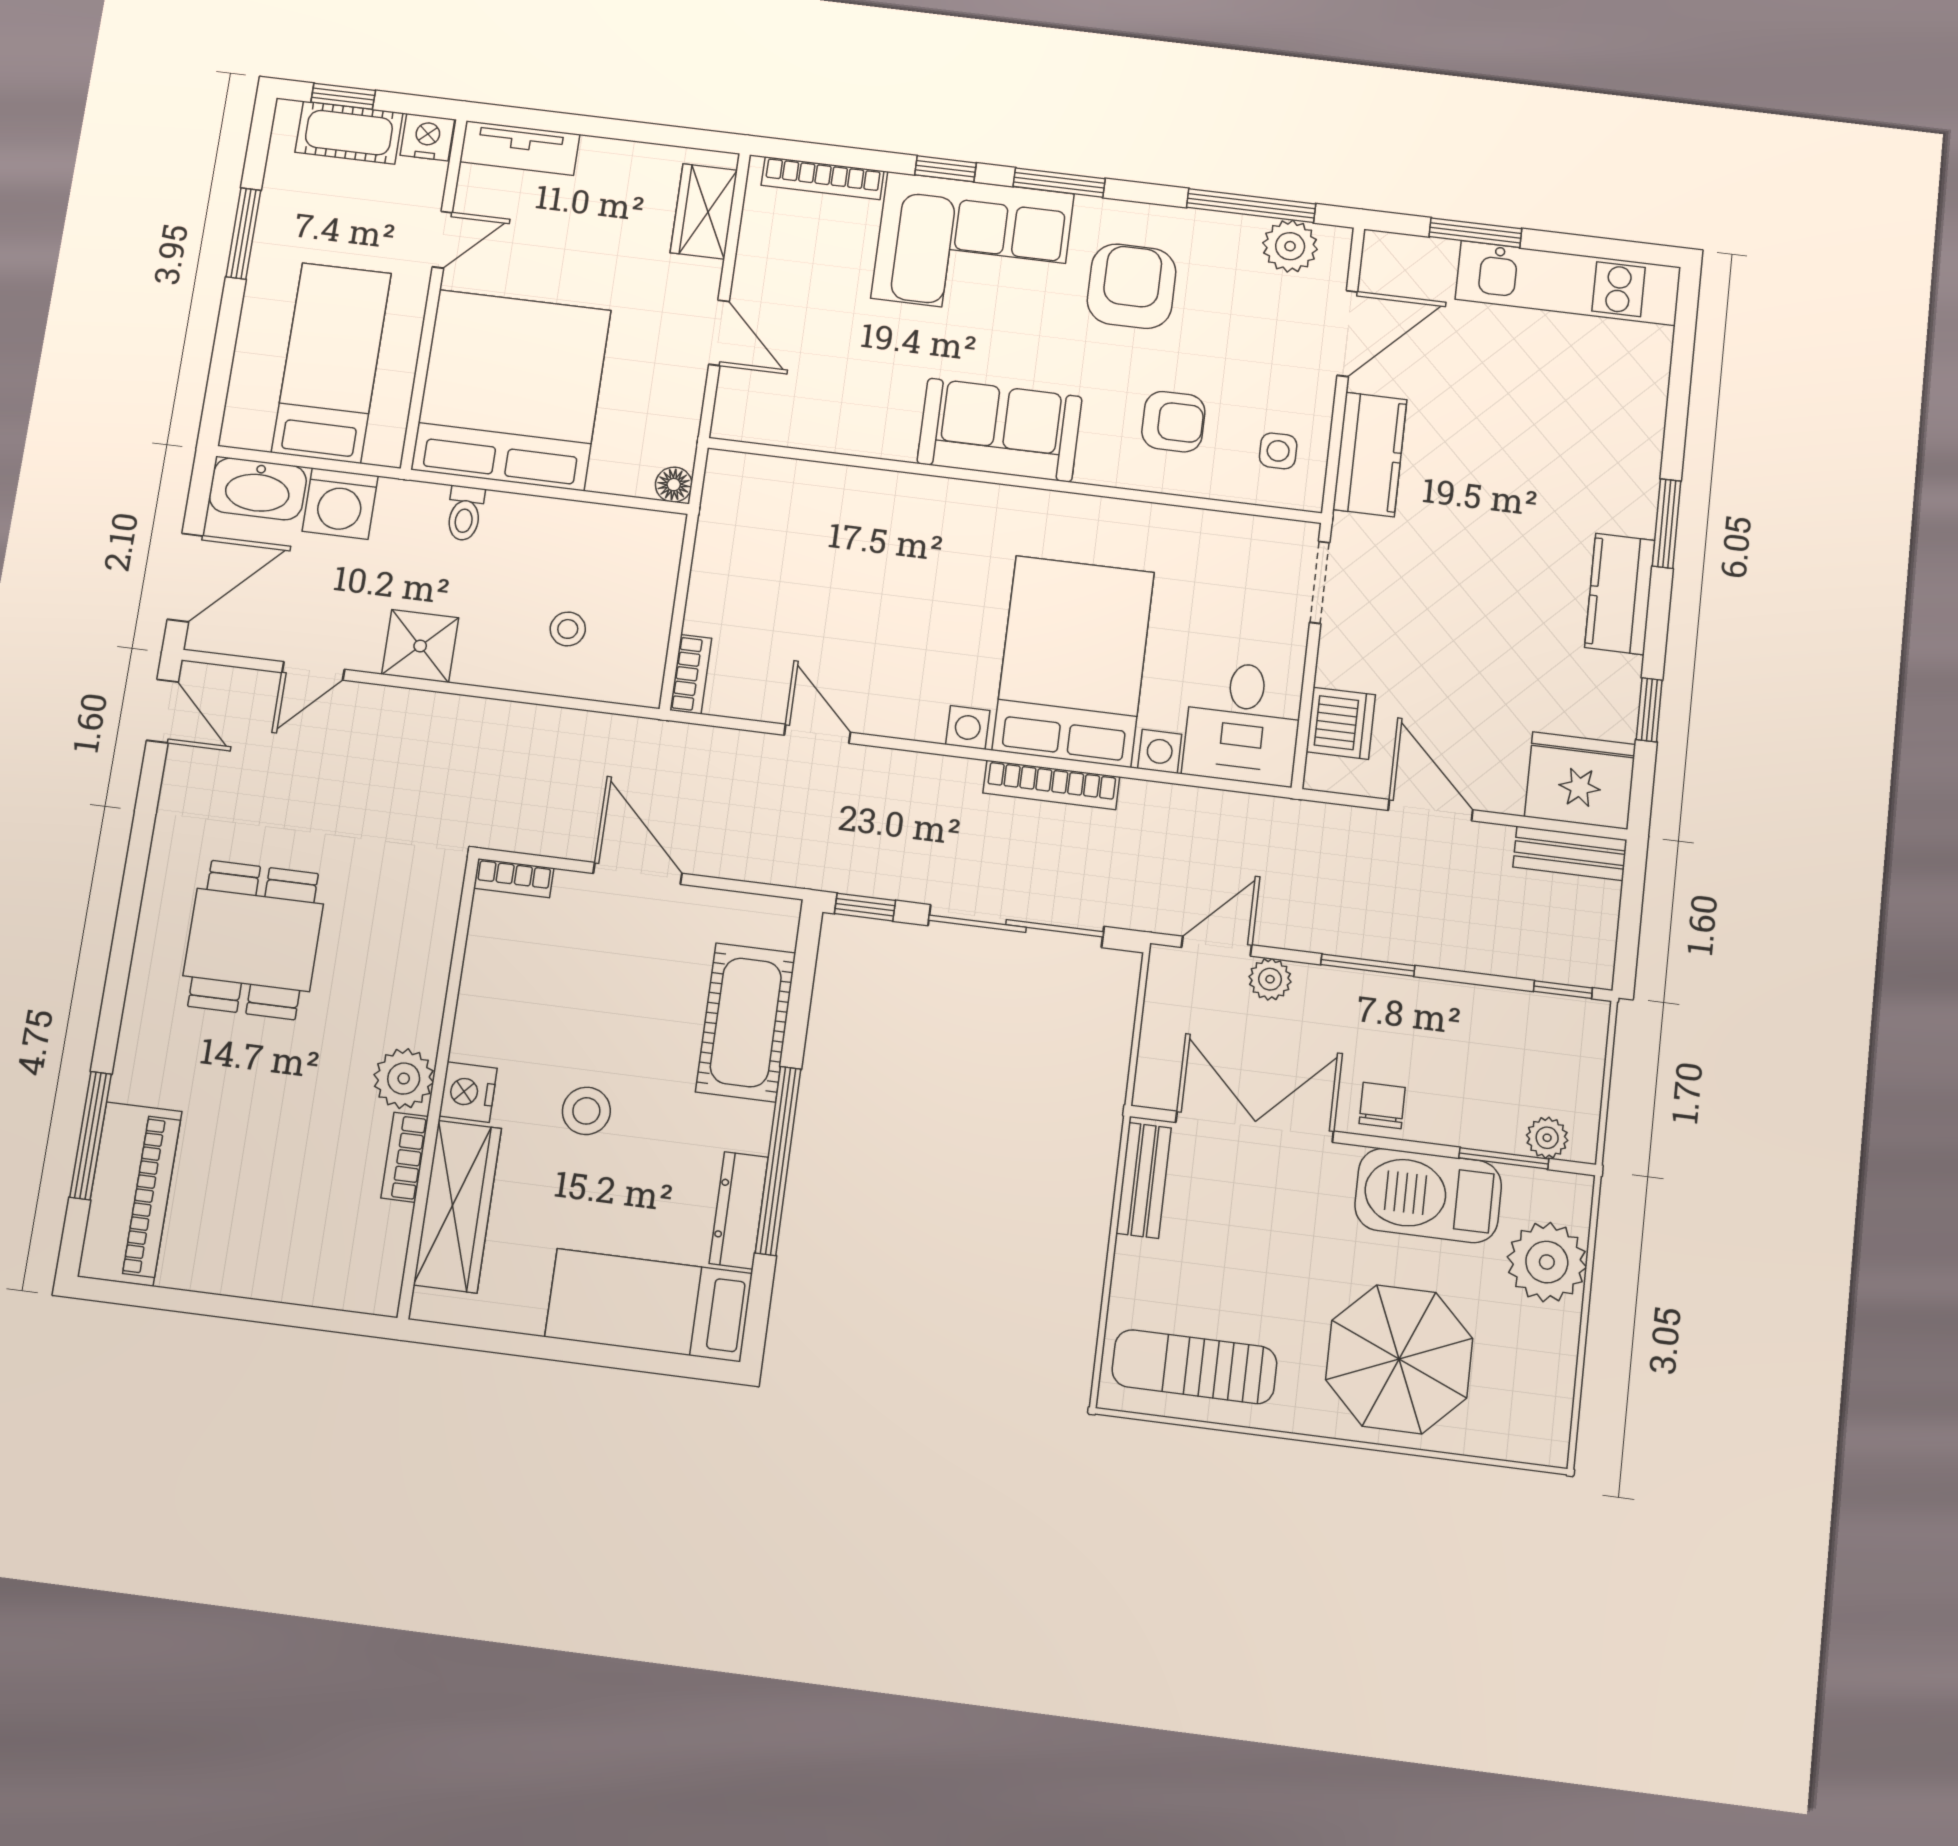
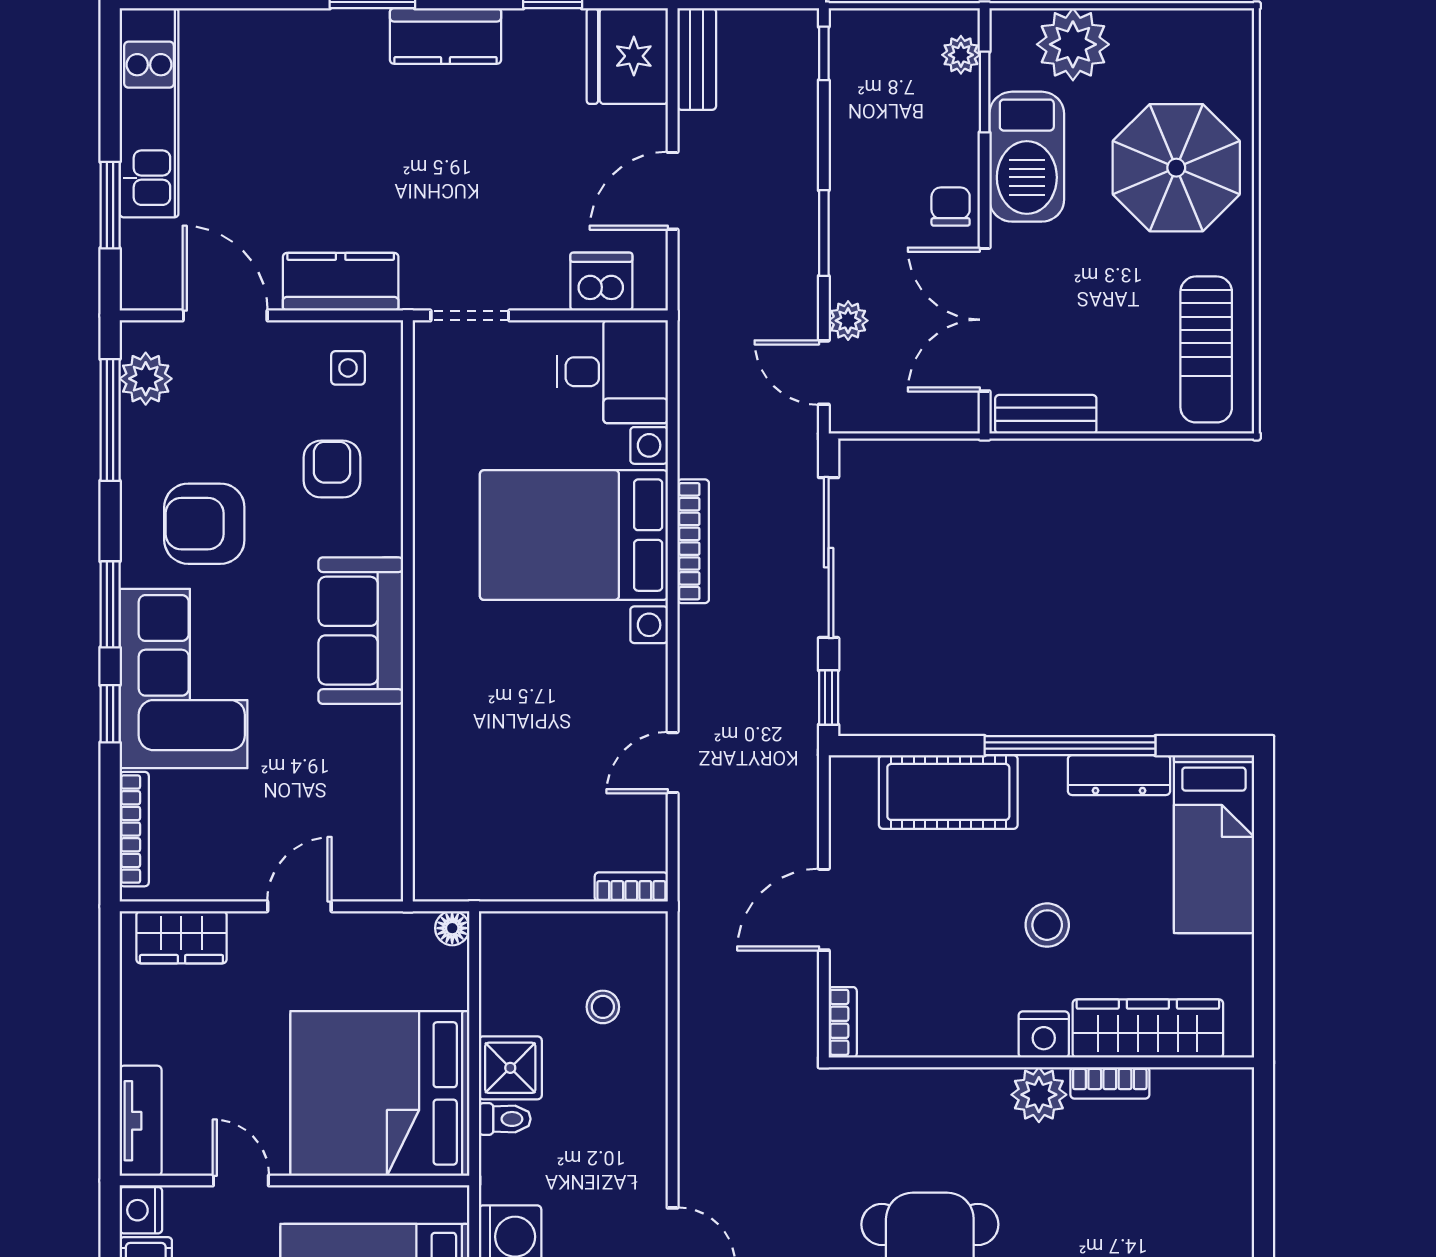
shower: (420, 646) -> (510, 1068), moved
chair: (1382, 1106) -> (951, 207), turned 90

